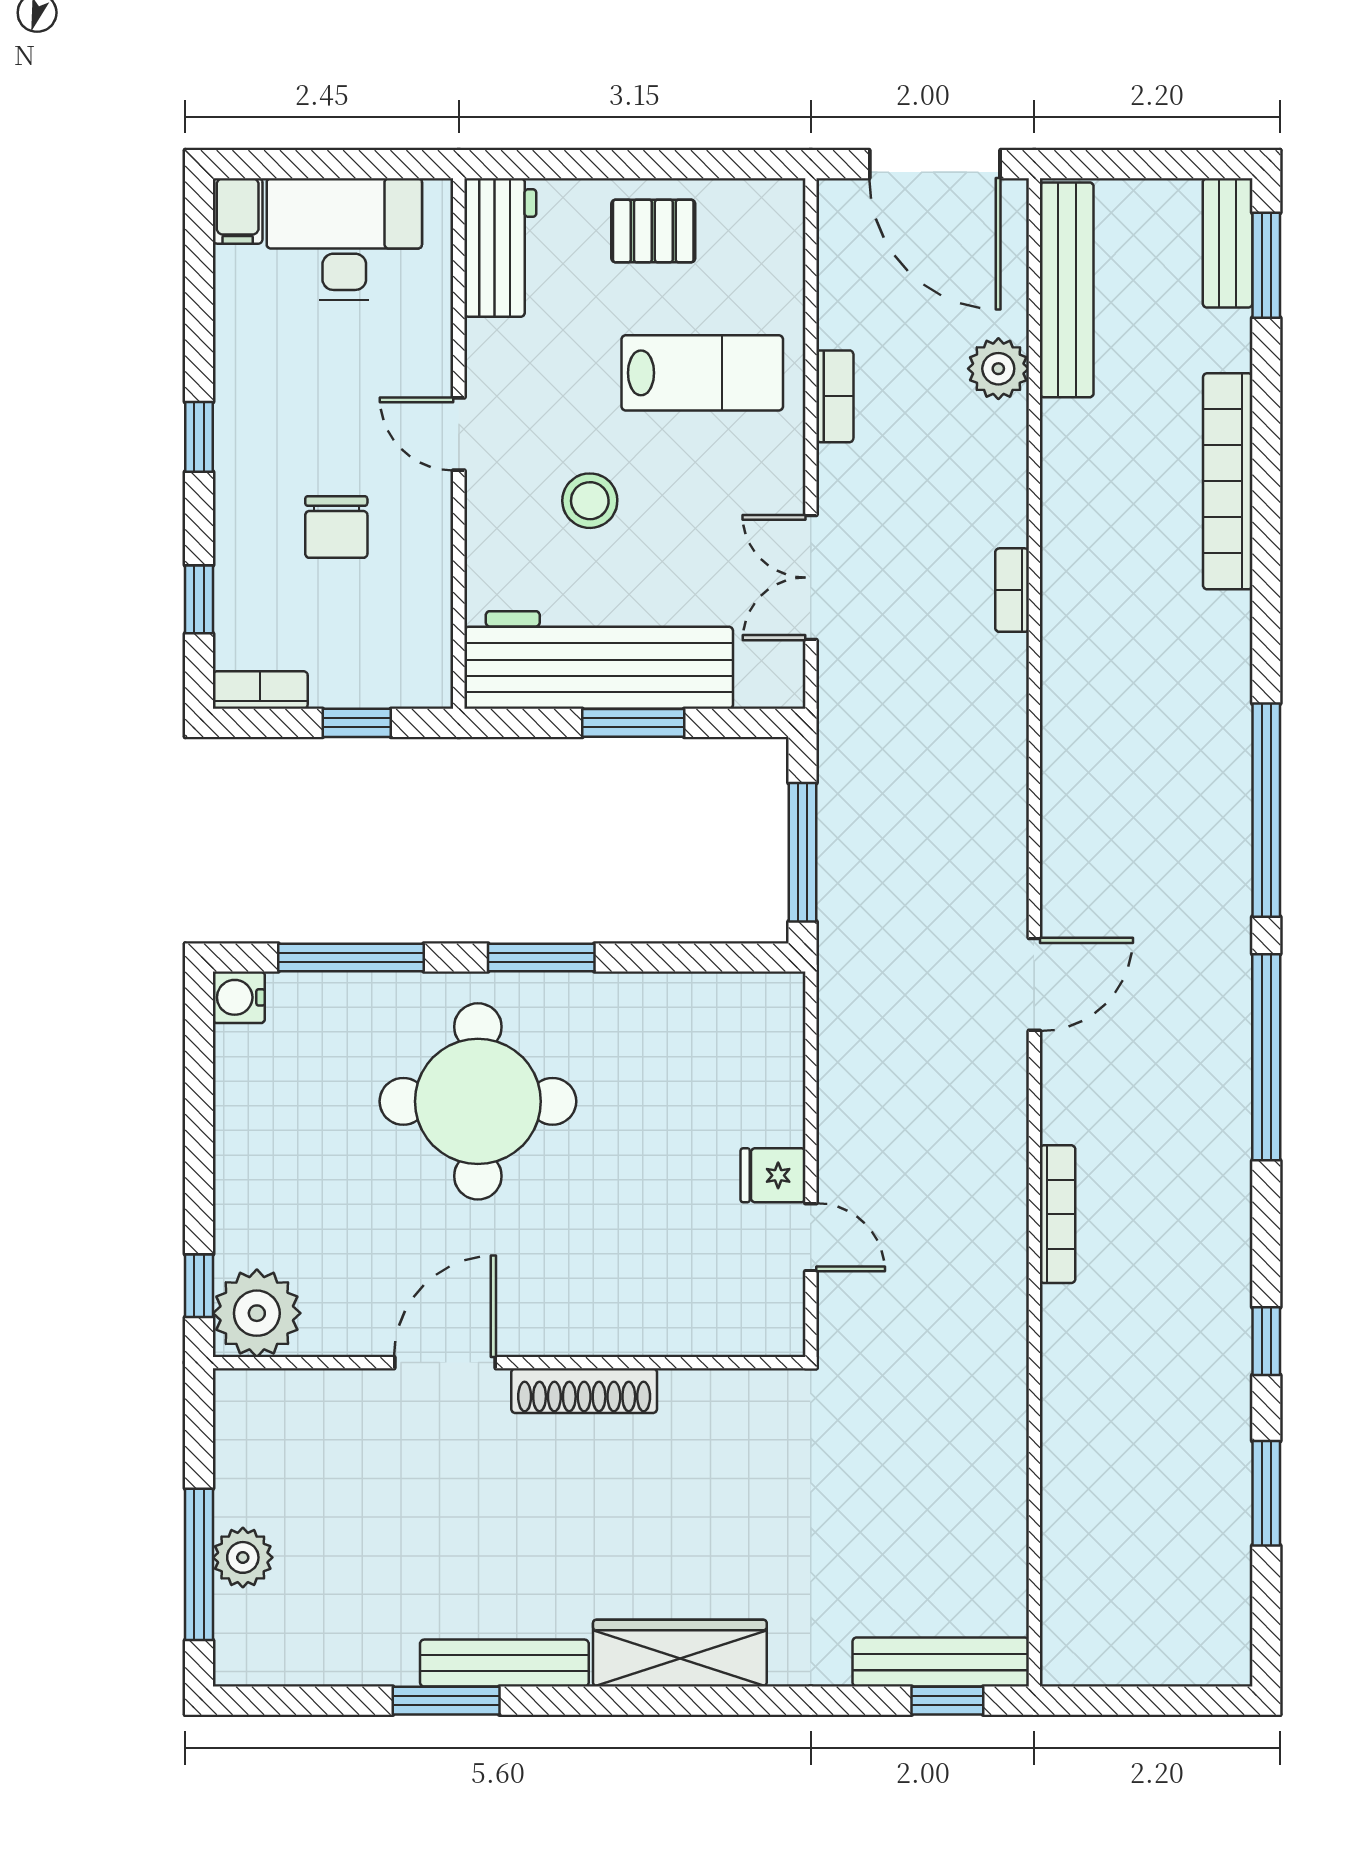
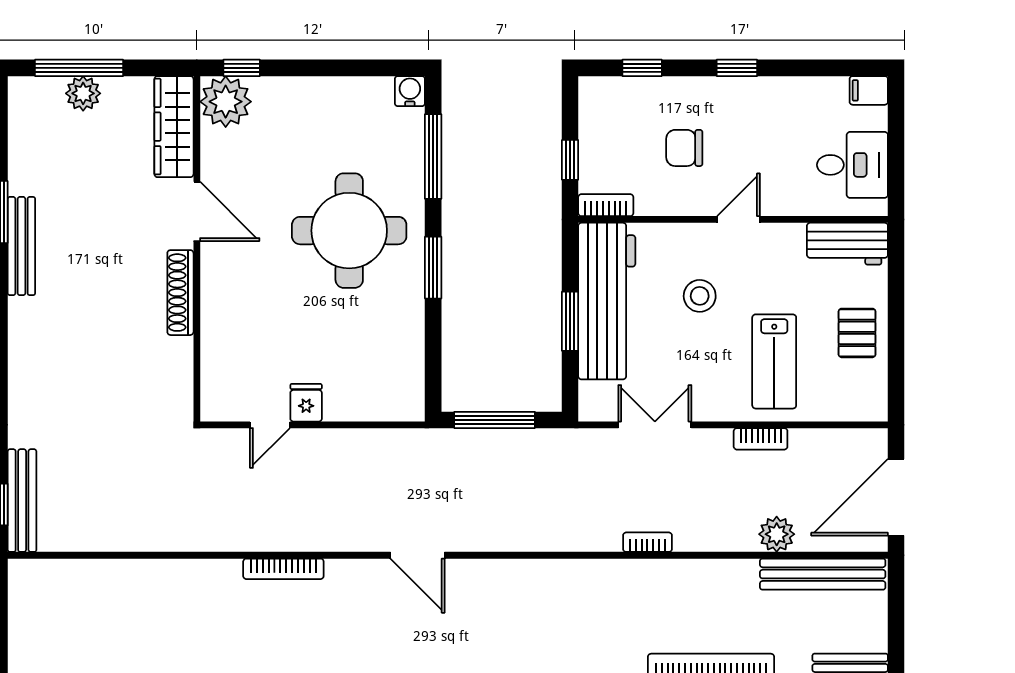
desk: (344, 239) -> (852, 165), width x0.73
bookcase: (260, 690) -> (606, 205), moved, turned -90
wardrobe: (680, 1653) -> (174, 127), moved, turned 180

